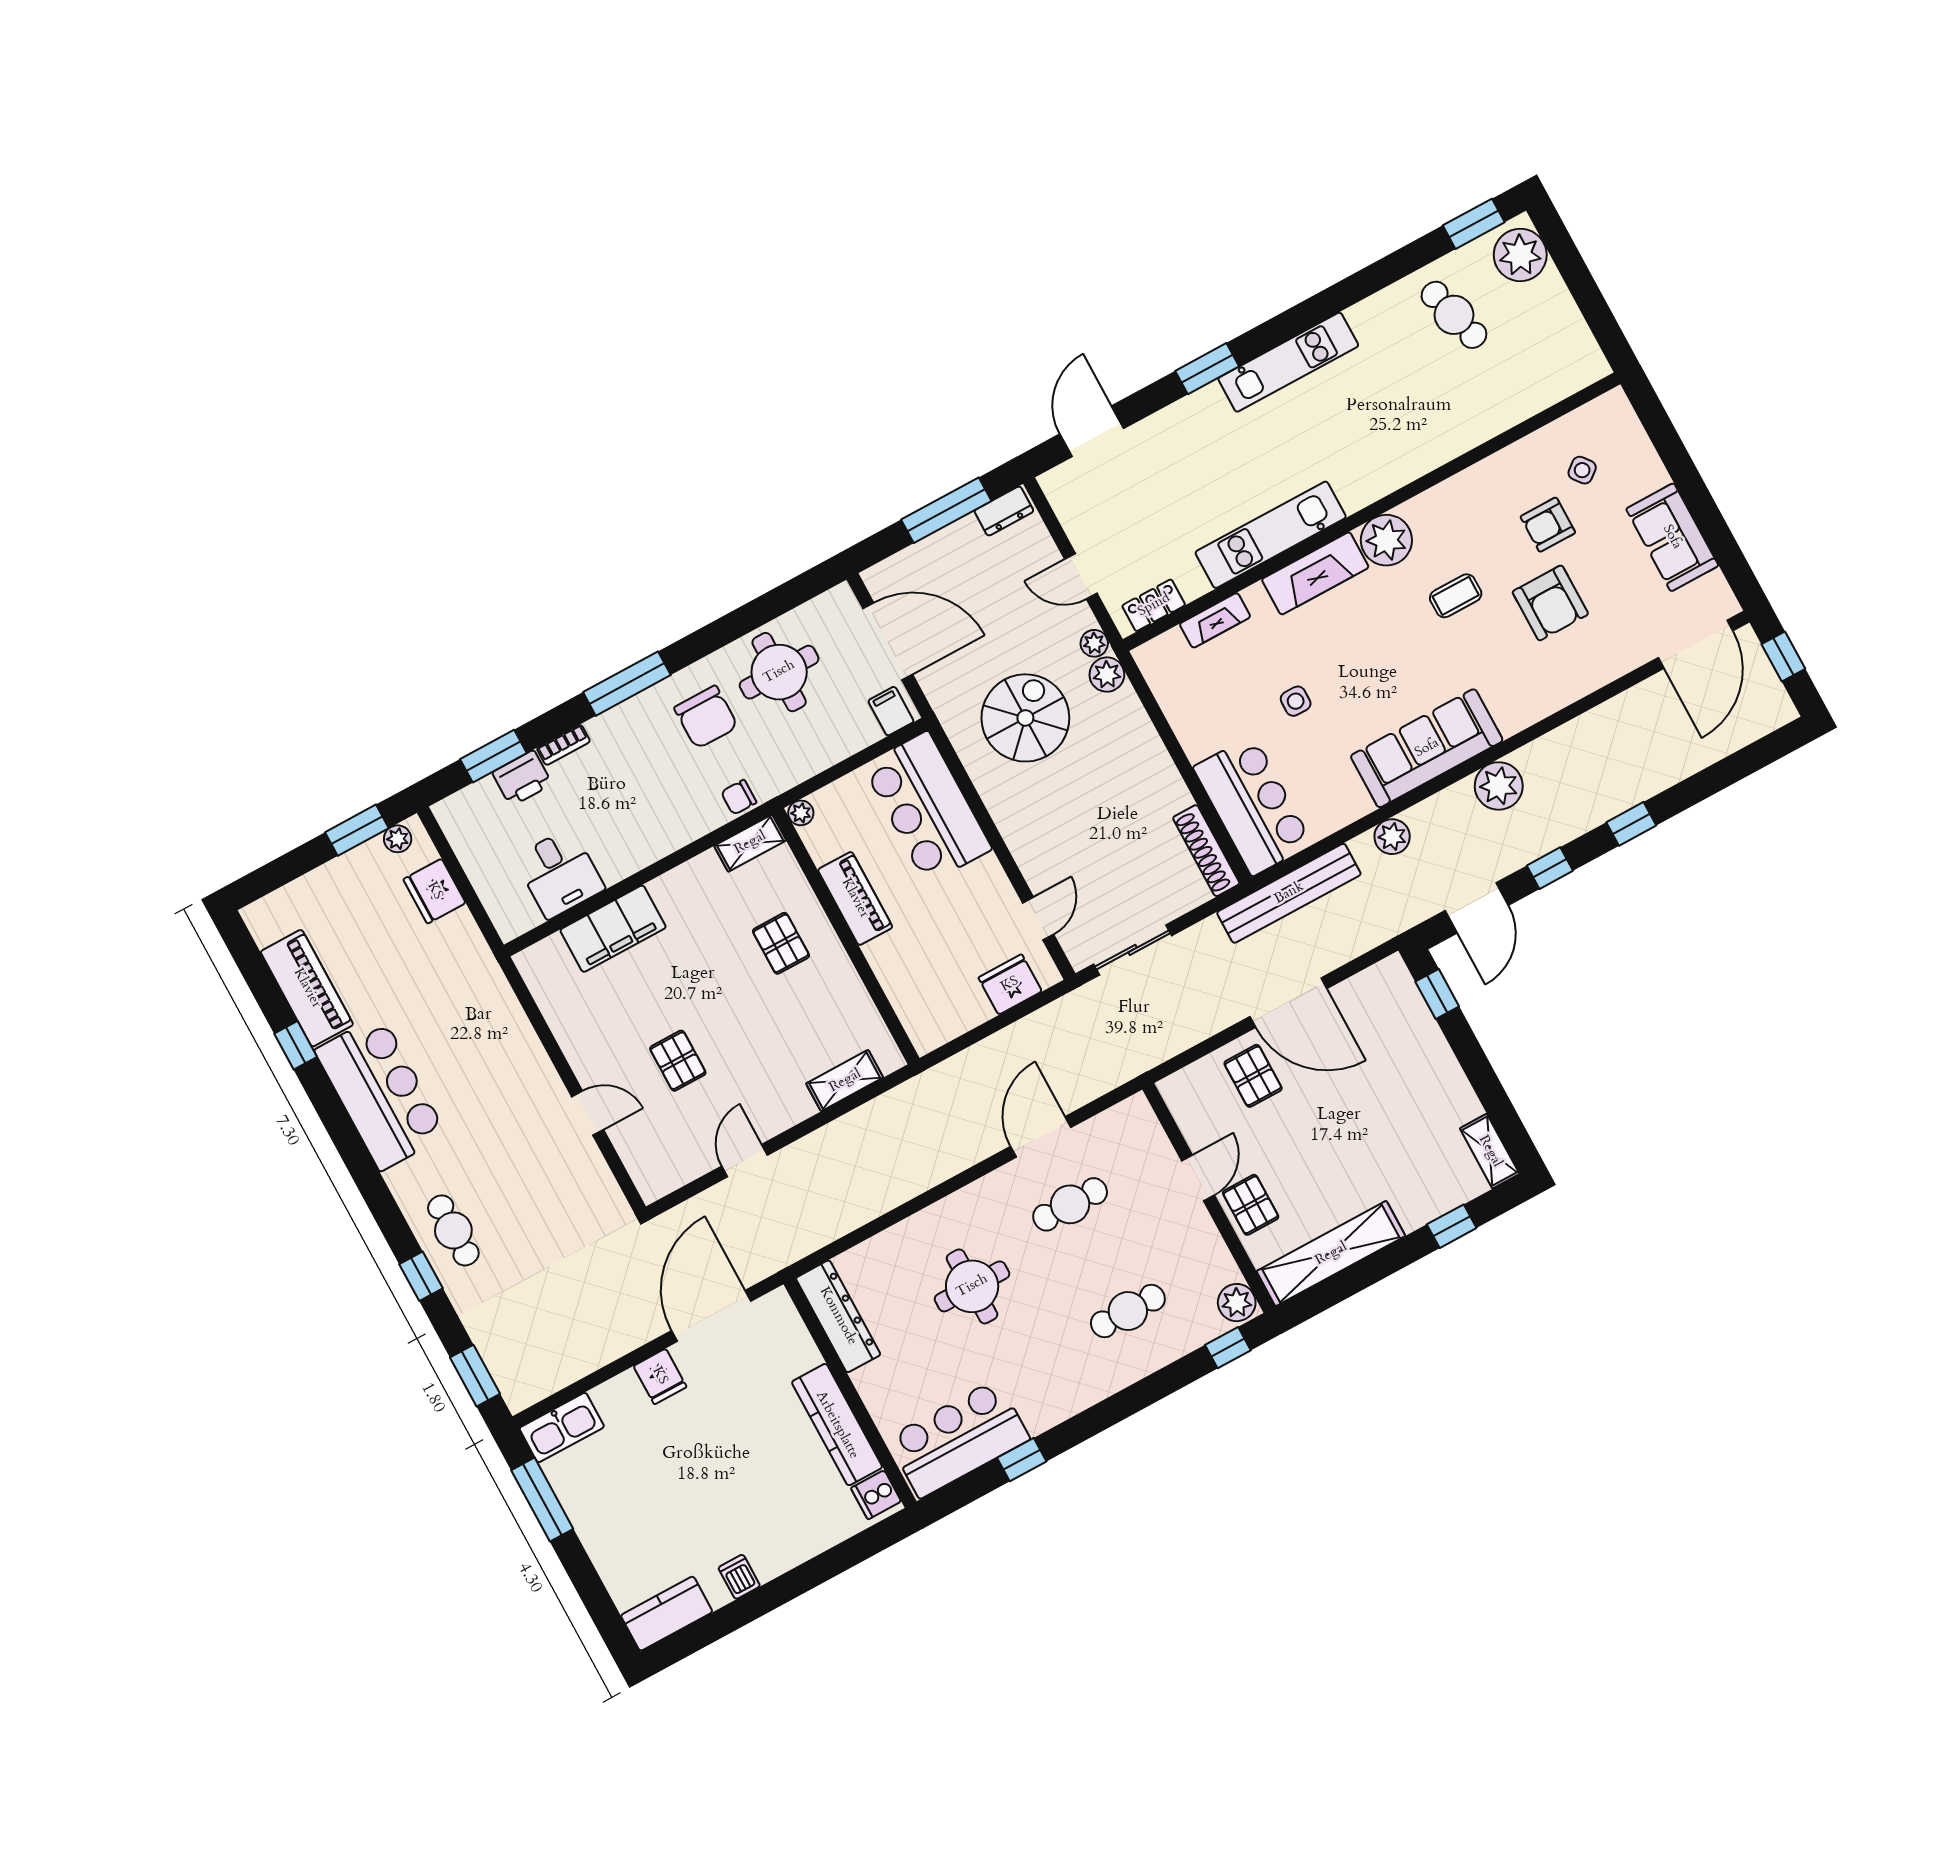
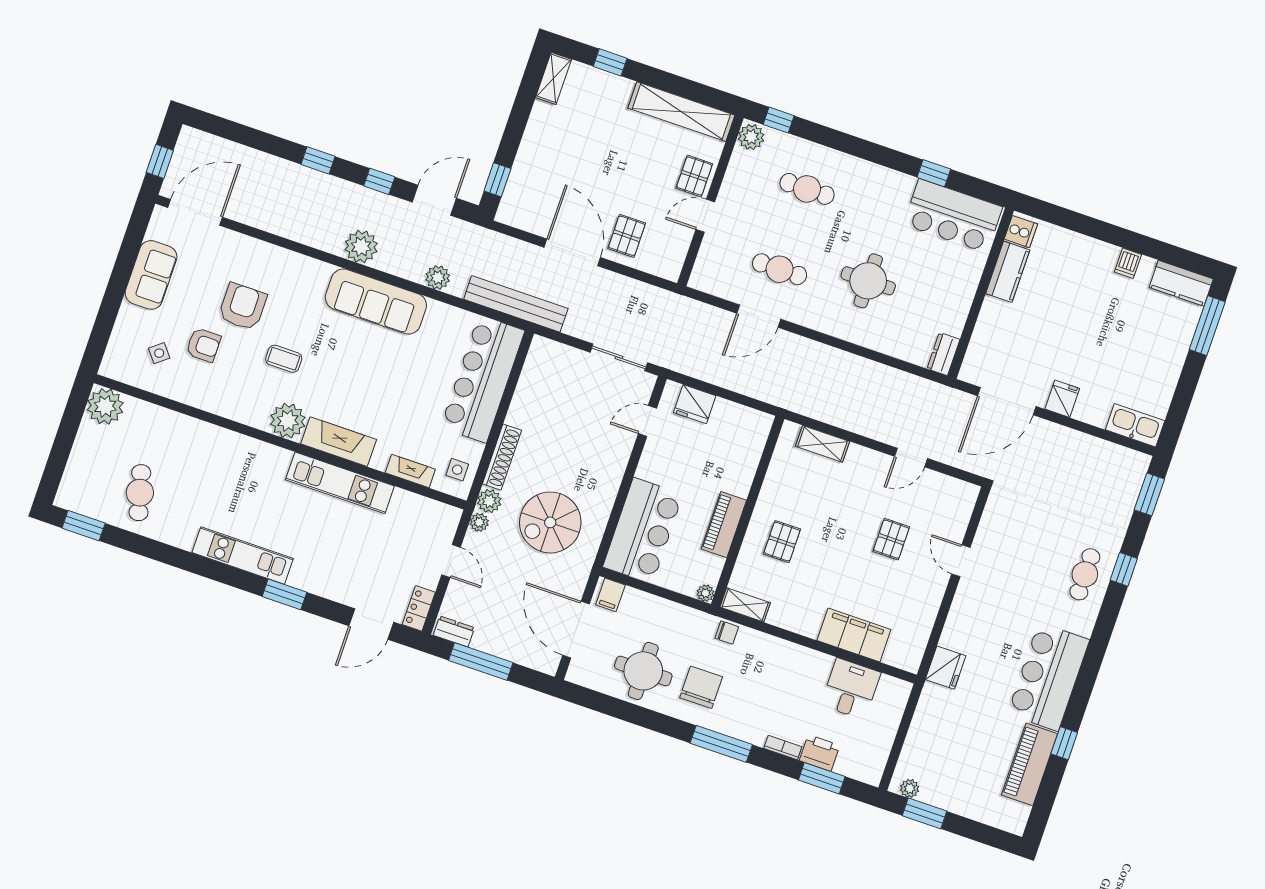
plant: (1520, 255) -> (105, 406), moved
locker: (1154, 605) -> (419, 608), moved, turned 90
side table: (1296, 701) -> (457, 470), moved
bar counter: (1253, 806) -> (483, 379), width x1.36
shoe rack: (1206, 851) -> (502, 457), moved
fridge: (435, 891) -> (946, 668), moved
dresser: (838, 1316) -> (943, 354), width x0.51, depth x0.80
kitchen counter: (837, 1425) -> (1008, 272), width x0.67
window: (542, 1500) -> (1207, 326), moved

